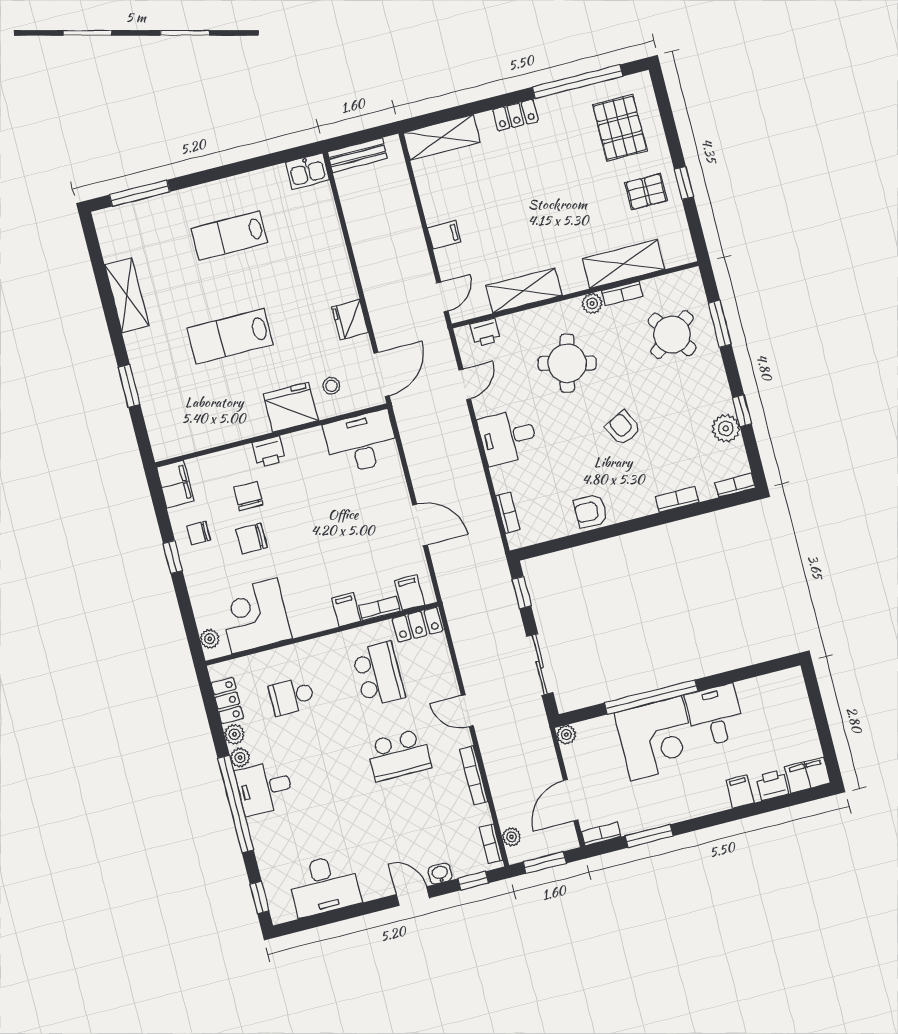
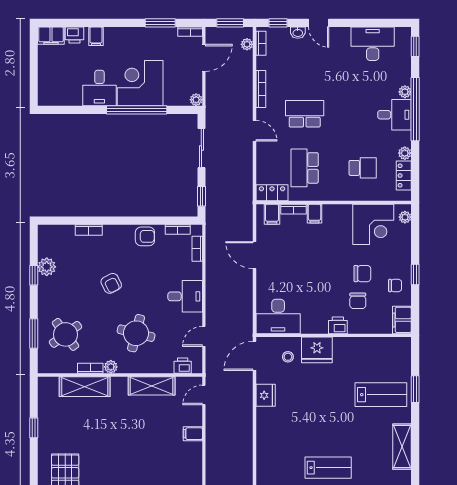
pallet: (646, 192) -> (59, 428), removed
lab bench: (230, 336) -> (381, 395), moved
bookcase: (735, 485) -> (178, 230), moved
plant: (240, 757) -> (405, 92), moved

